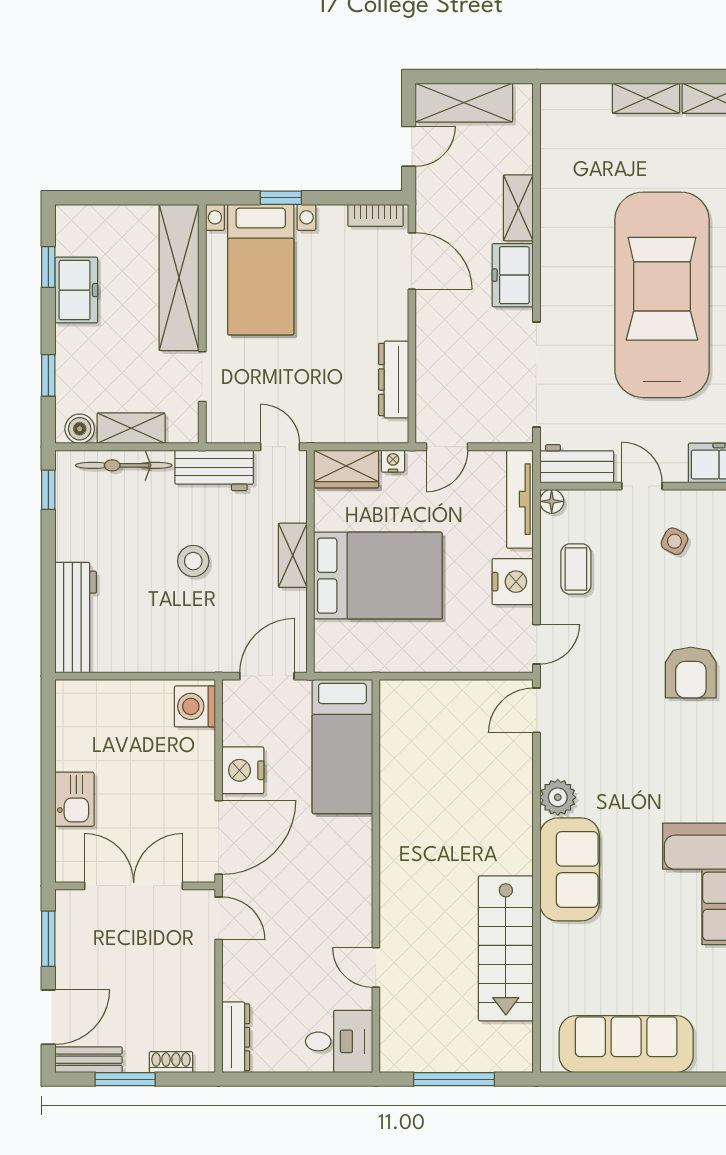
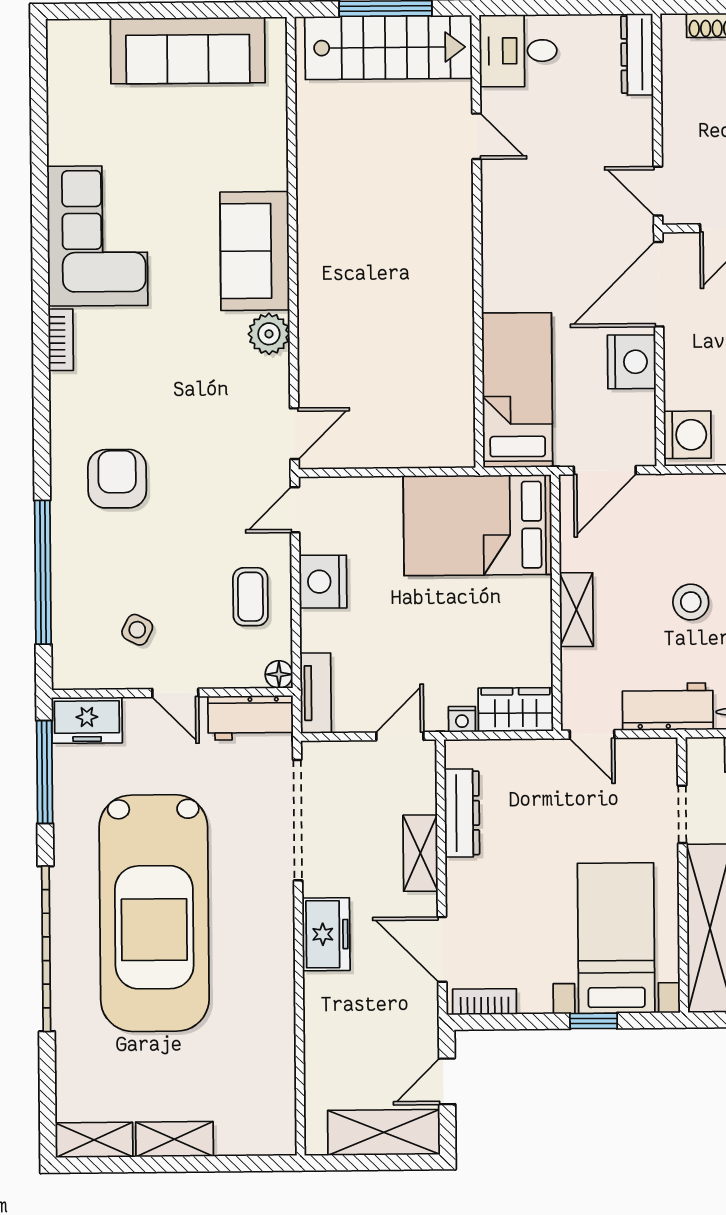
shelving: (518, 208) -> (420, 853), moved
tv unit: (520, 499) -> (316, 693), width x0.71
bed: (378, 576) -> (478, 525), moved
stairs: (506, 948) -> (388, 47), moved, turned 90

